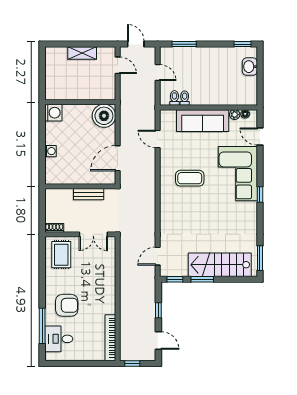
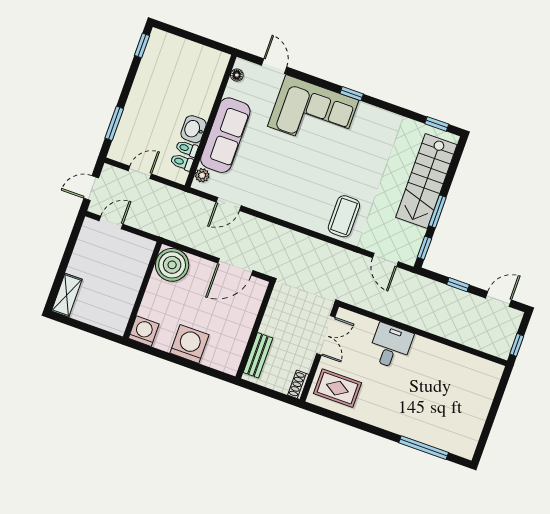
shelving: (82, 53) -> (67, 295), moved
washbasin: (250, 67) -> (194, 129), moved, turned 90
plant: (235, 115) -> (202, 175), moved
door: (260, 137) -> (274, 66), swing flipped
washing machine: (51, 151) -> (189, 344), width x1.89, depth x1.89
door: (118, 158) -> (235, 267), hinge flipped
coffee table: (190, 178) -> (344, 216), moved
bench: (89, 194) -> (258, 355), moved
window: (260, 258) -> (437, 124), width x0.67
armchair: (67, 305) -> (408, 405), removed
bookcase: (110, 338) -> (472, 362), removed
desk: (59, 339) -> (391, 346), moved, turned 180

